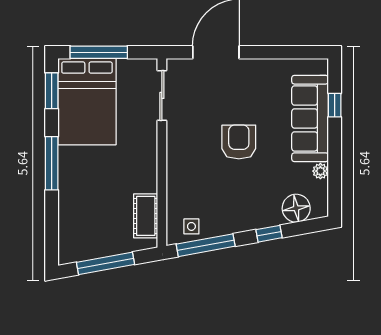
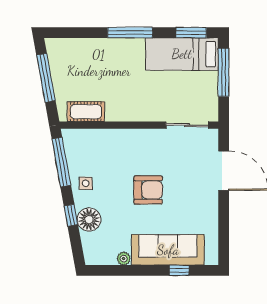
bed: (87, 102) -> (182, 54), width x0.67
floor lamp: (296, 208) -> (89, 220), moved
side table: (191, 226) -> (86, 183), moved

